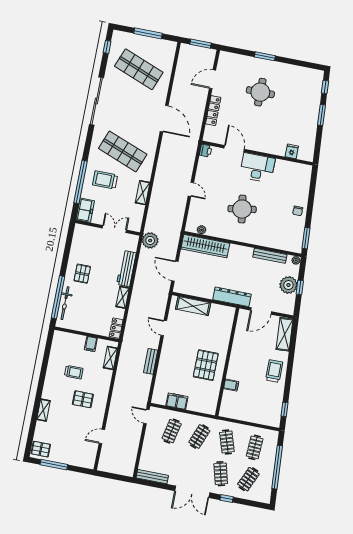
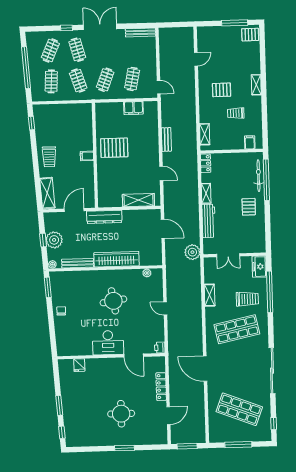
shop shelf: (123, 151) -> (237, 329), turned -33
wardrobe: (205, 246) -> (117, 259), moved
filing cabinet: (91, 344) -> (250, 142), moved
pallet: (206, 365) -> (114, 148), turned 90
filing cabinet: (231, 385) -> (87, 156), moved
shelving: (44, 410) -> (256, 85), moved

